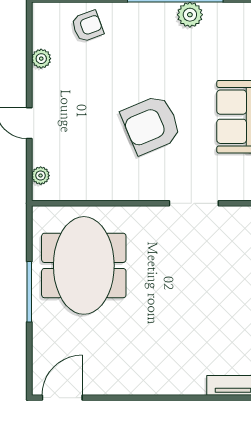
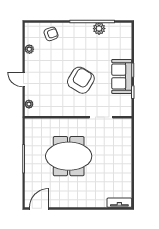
armchair: (151, 125) -> (81, 80), turned 144
meeting table: (84, 265) -> (69, 156), moved, turned 90

